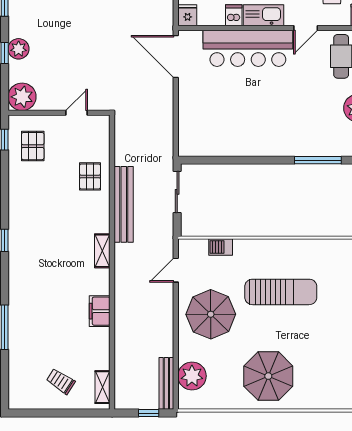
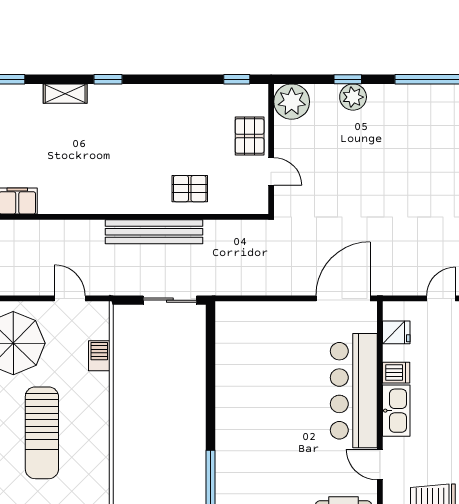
fridge: (188, 15) -> (396, 332), moved
pallet: (33, 146) -> (250, 136), moved, turned 90
shelving: (102, 251) -> (65, 94), moved

